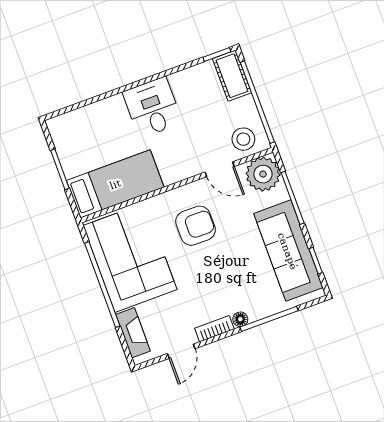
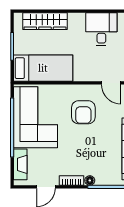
desk: (152, 107) -> (101, 29), moved
wardrobe: (93, 116) -> (45, 21), added
armchair: (196, 226) -> (83, 112), turned 90

